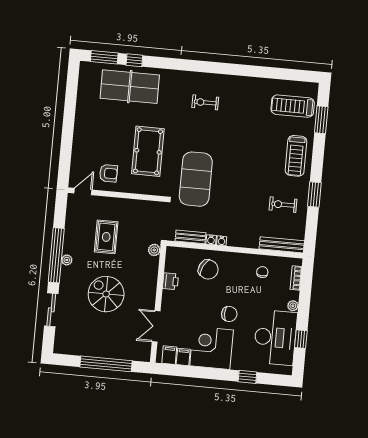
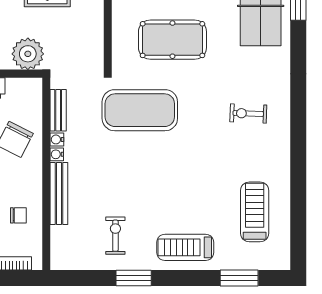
exercise bike: (205, 102) -> (248, 113), turned -88
treadmill: (293, 106) -> (255, 212), moved
bench: (282, 245) -> (59, 194), moved
plant: (154, 250) -> (28, 54), width x1.87, depth x1.87

